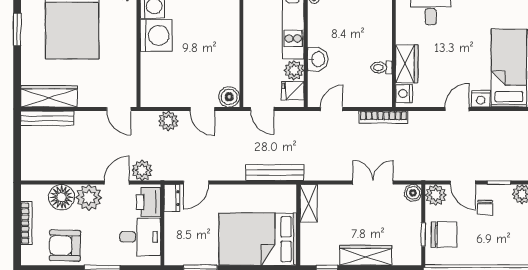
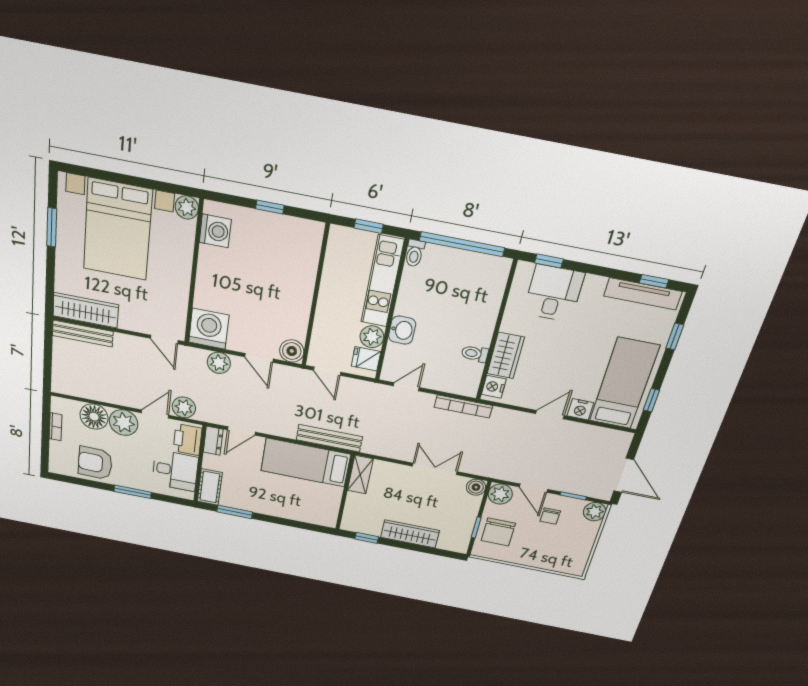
washing machine: (156, 36) -> (209, 329), moved, turned -90
bookcase: (26, 223) -> (56, 427), width x0.64
chair: (444, 235) -> (498, 532), turned 90
bed: (258, 239) -> (306, 463), moved, width x0.67
cot: (174, 247) -> (210, 487), added

